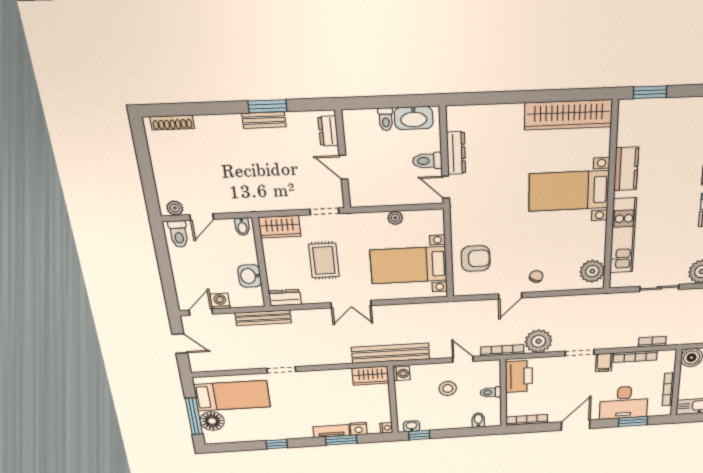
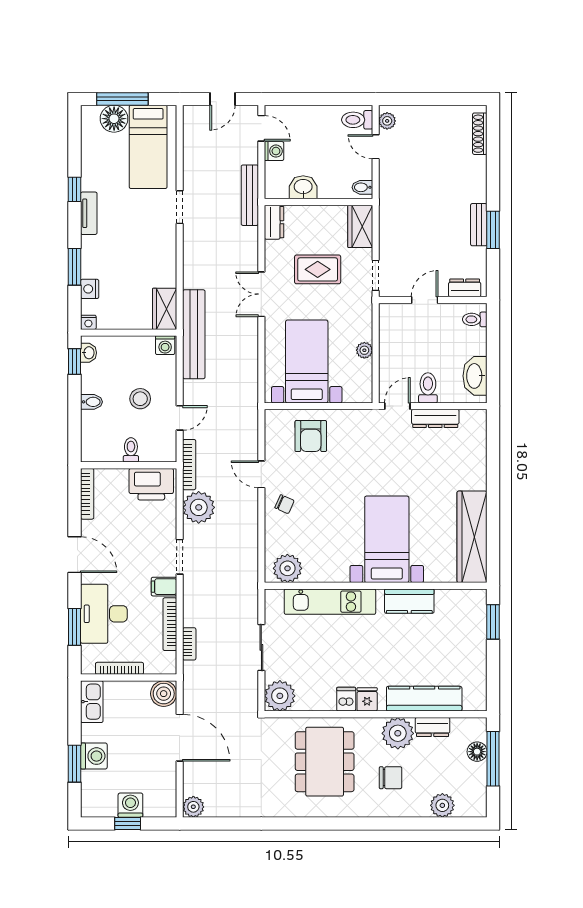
toilet: (386, 119) -> (475, 319), moved
bidet: (478, 420) -> (92, 402), moved
tv unit: (331, 431) -> (89, 213), moved

